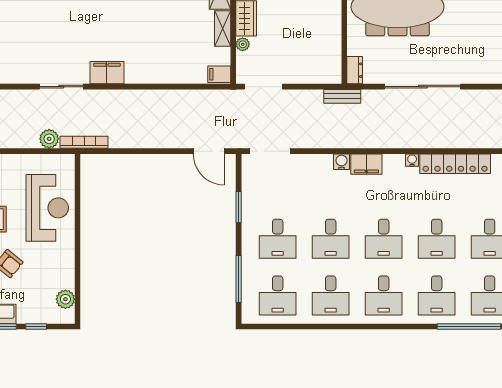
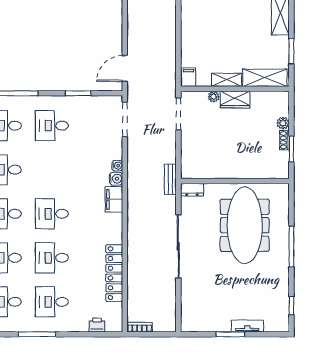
water cooler: (412, 160) -> (117, 166), moved
desk: (331, 239) -> (52, 170), removed

